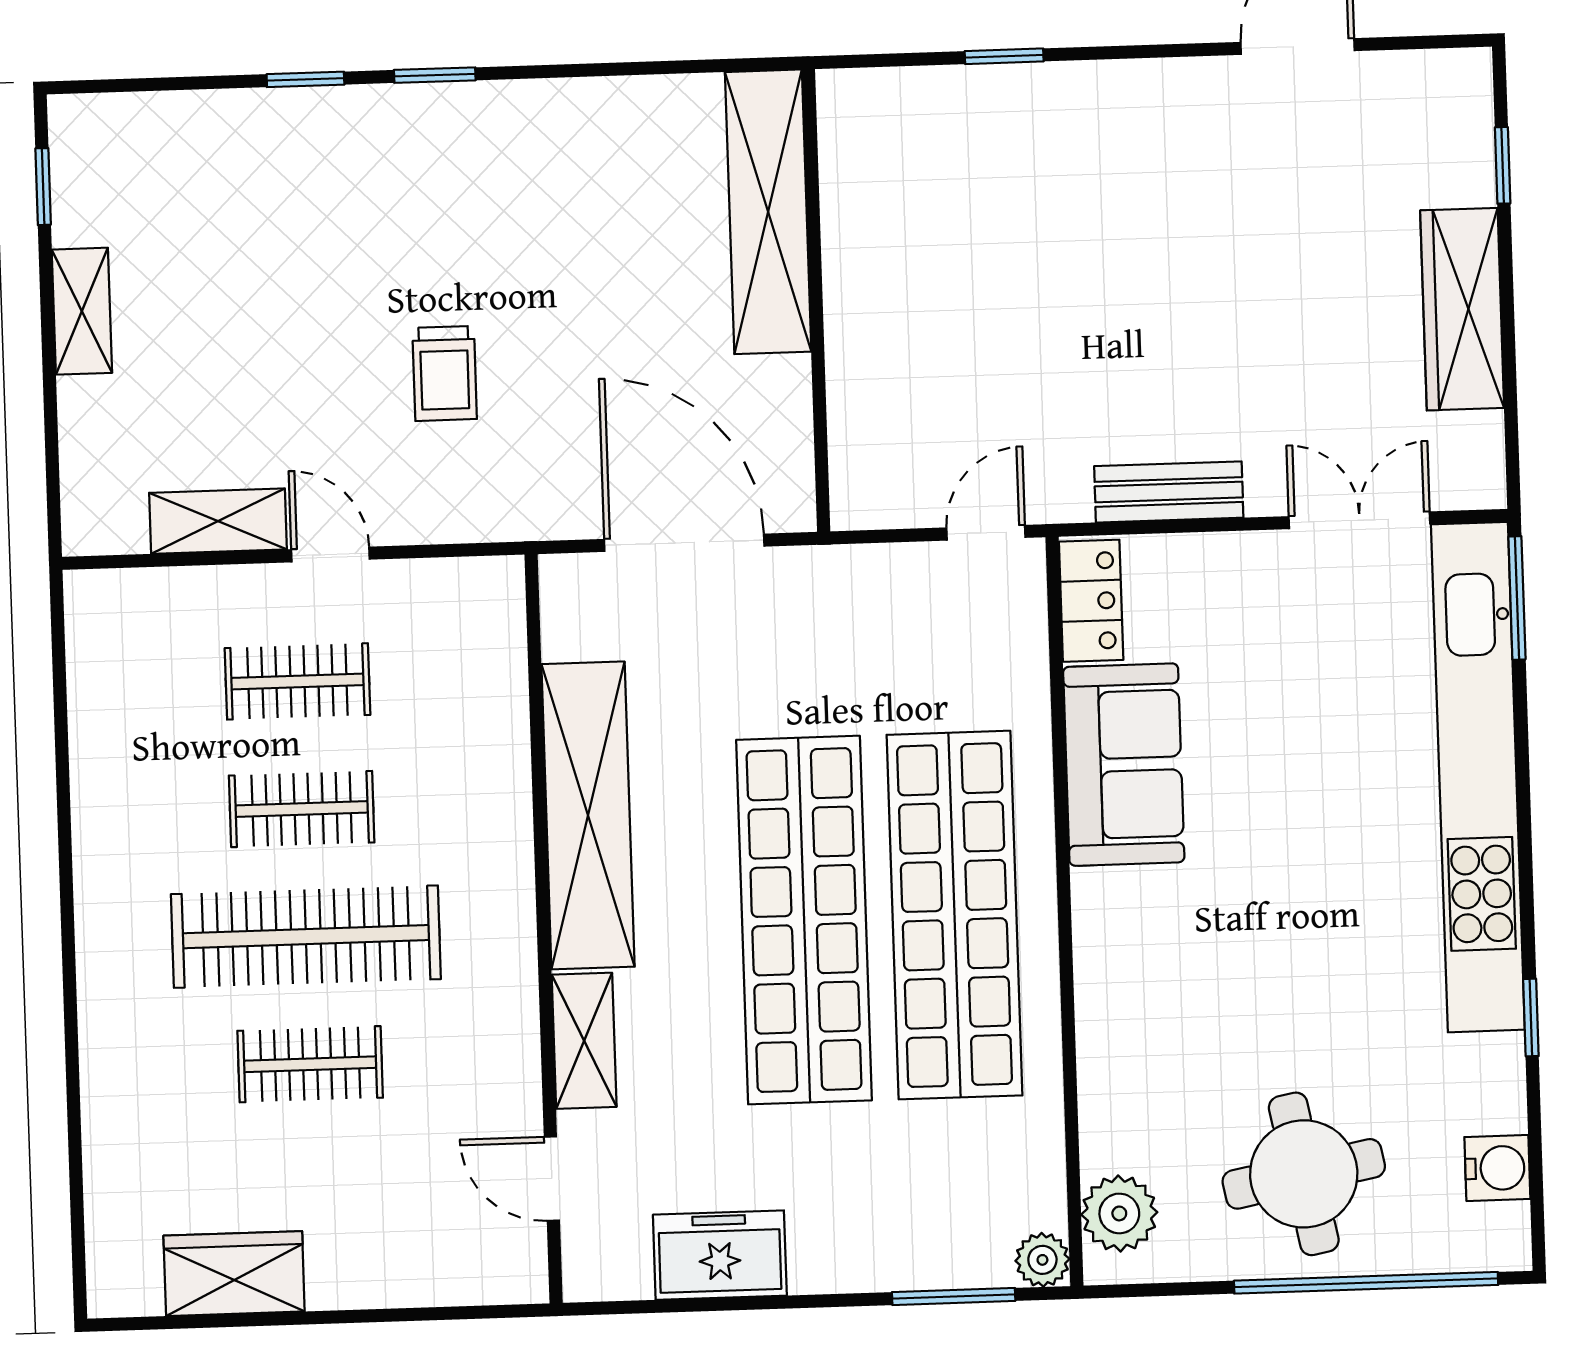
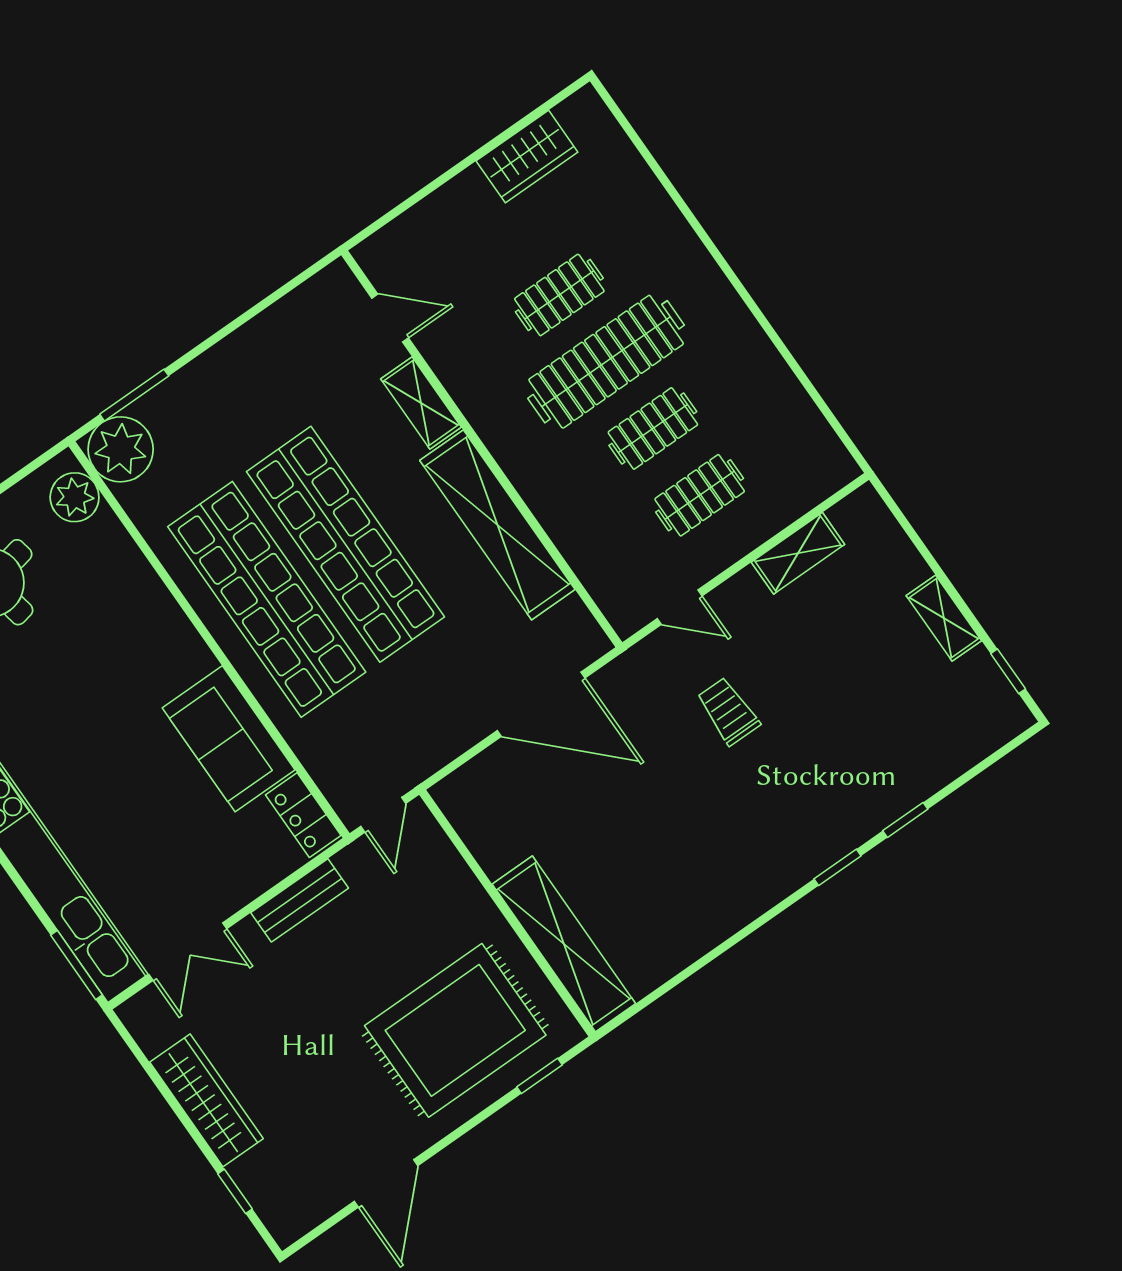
rug: (1076, 188) -> (455, 1030), added
shelving: (768, 212) -> (564, 944), moved
wall: (816, 300) -> (507, 913), moved
door: (330, 554) -> (680, 607), moved
freezer: (720, 1255) -> (274, 336), removed
plant: (1042, 1260) -> (121, 449), width x1.88, depth x1.88

